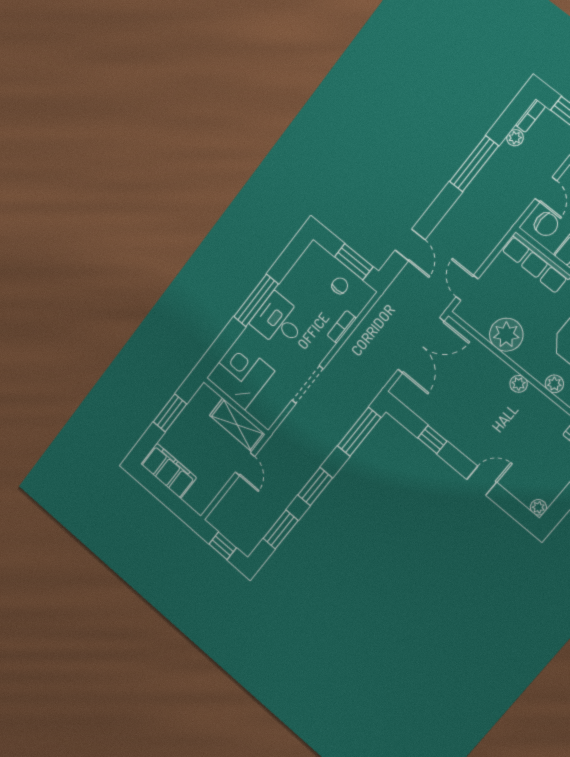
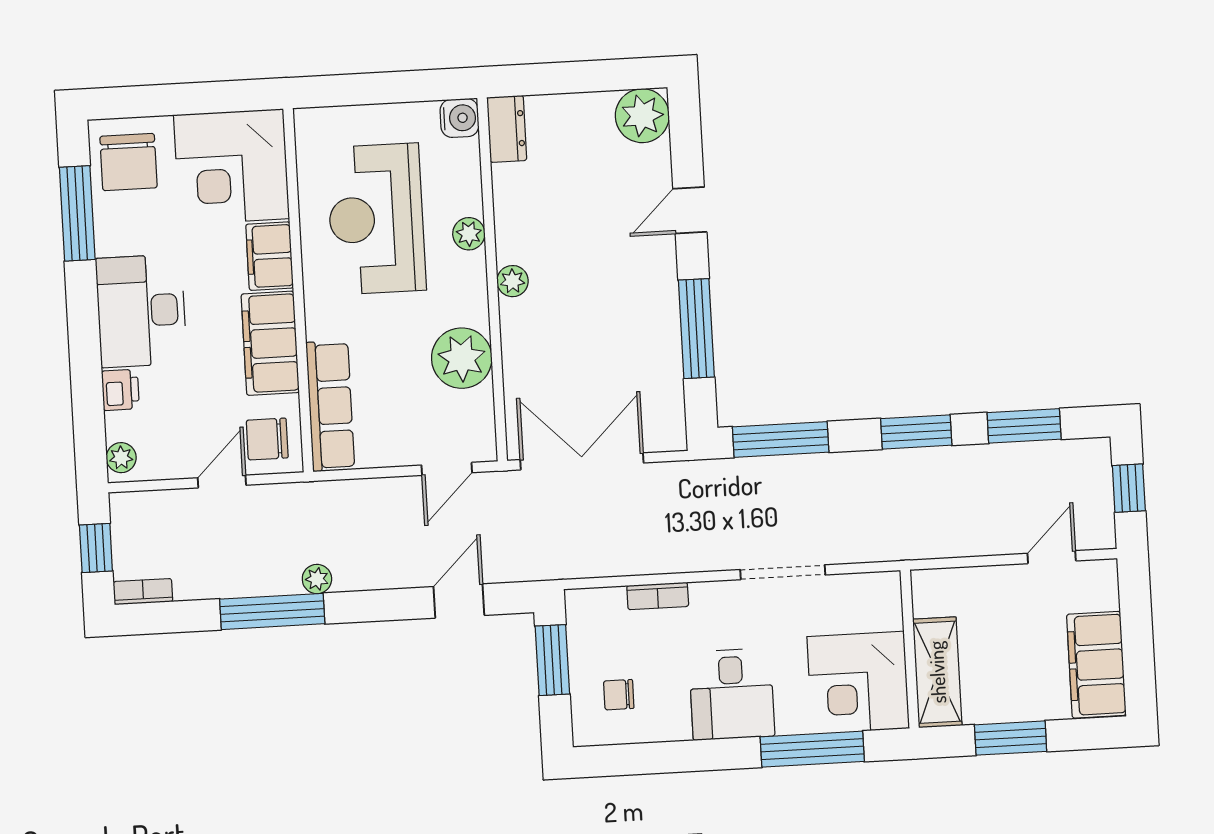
plant: (515, 138) -> (317, 579), moved
chair: (546, 224) -> (267, 439), turned -90
chair: (340, 286) -> (619, 695), moved
window: (256, 300) -> (812, 749), moved
shelving: (237, 425) -> (937, 672), moved
window: (432, 439) -> (696, 329), width x2.17
door: (245, 464) -> (1052, 557), moved
door: (482, 481) -> (690, 210), hinge flipped
plant: (538, 507) -> (642, 116), width x1.87, depth x1.87

